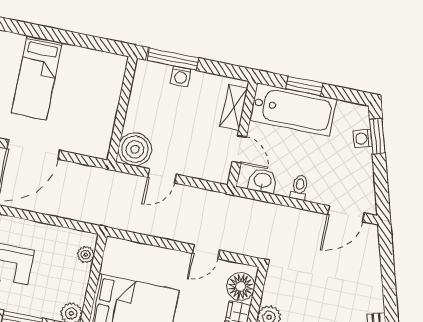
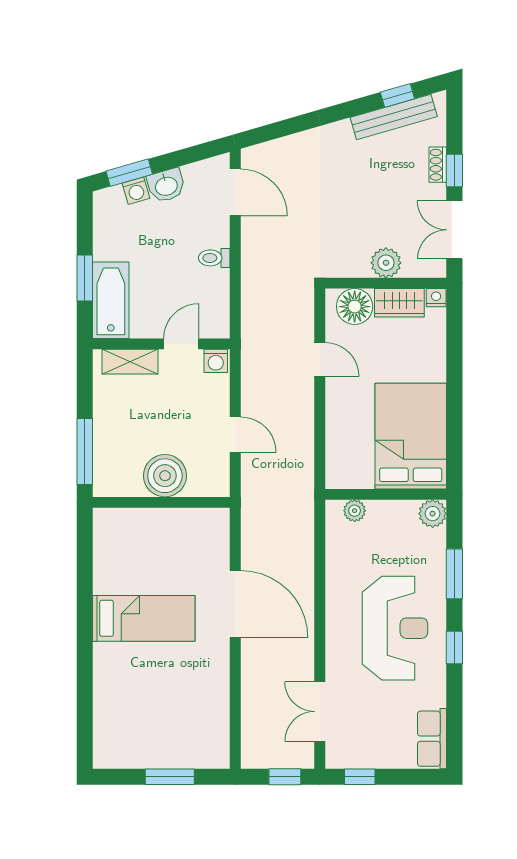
washing machine: (181, 76) -> (216, 361), moved, turned 90
bathtub: (293, 110) -> (111, 300), width x0.73, depth x0.73
boiler: (135, 149) -> (165, 476), moved
washbasin: (263, 181) -> (166, 185), moved, turned -106

